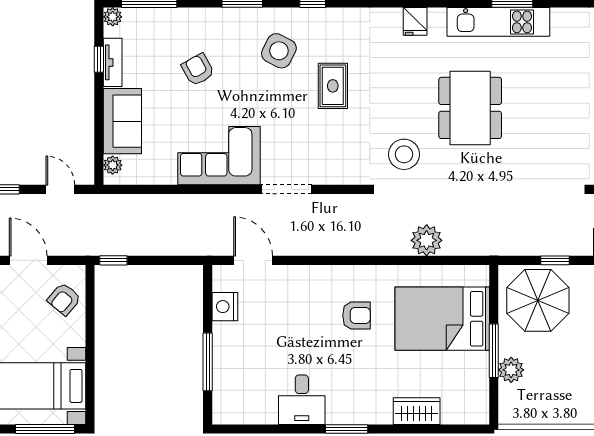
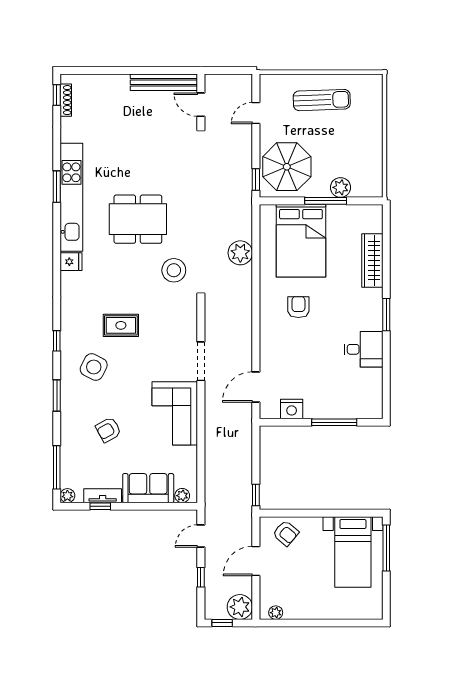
kitchen unit: (498, 22) -> (71, 197), width x1.36
window: (555, 260) -> (256, 180), moved
wardrobe: (417, 411) -> (372, 260), width x1.50

